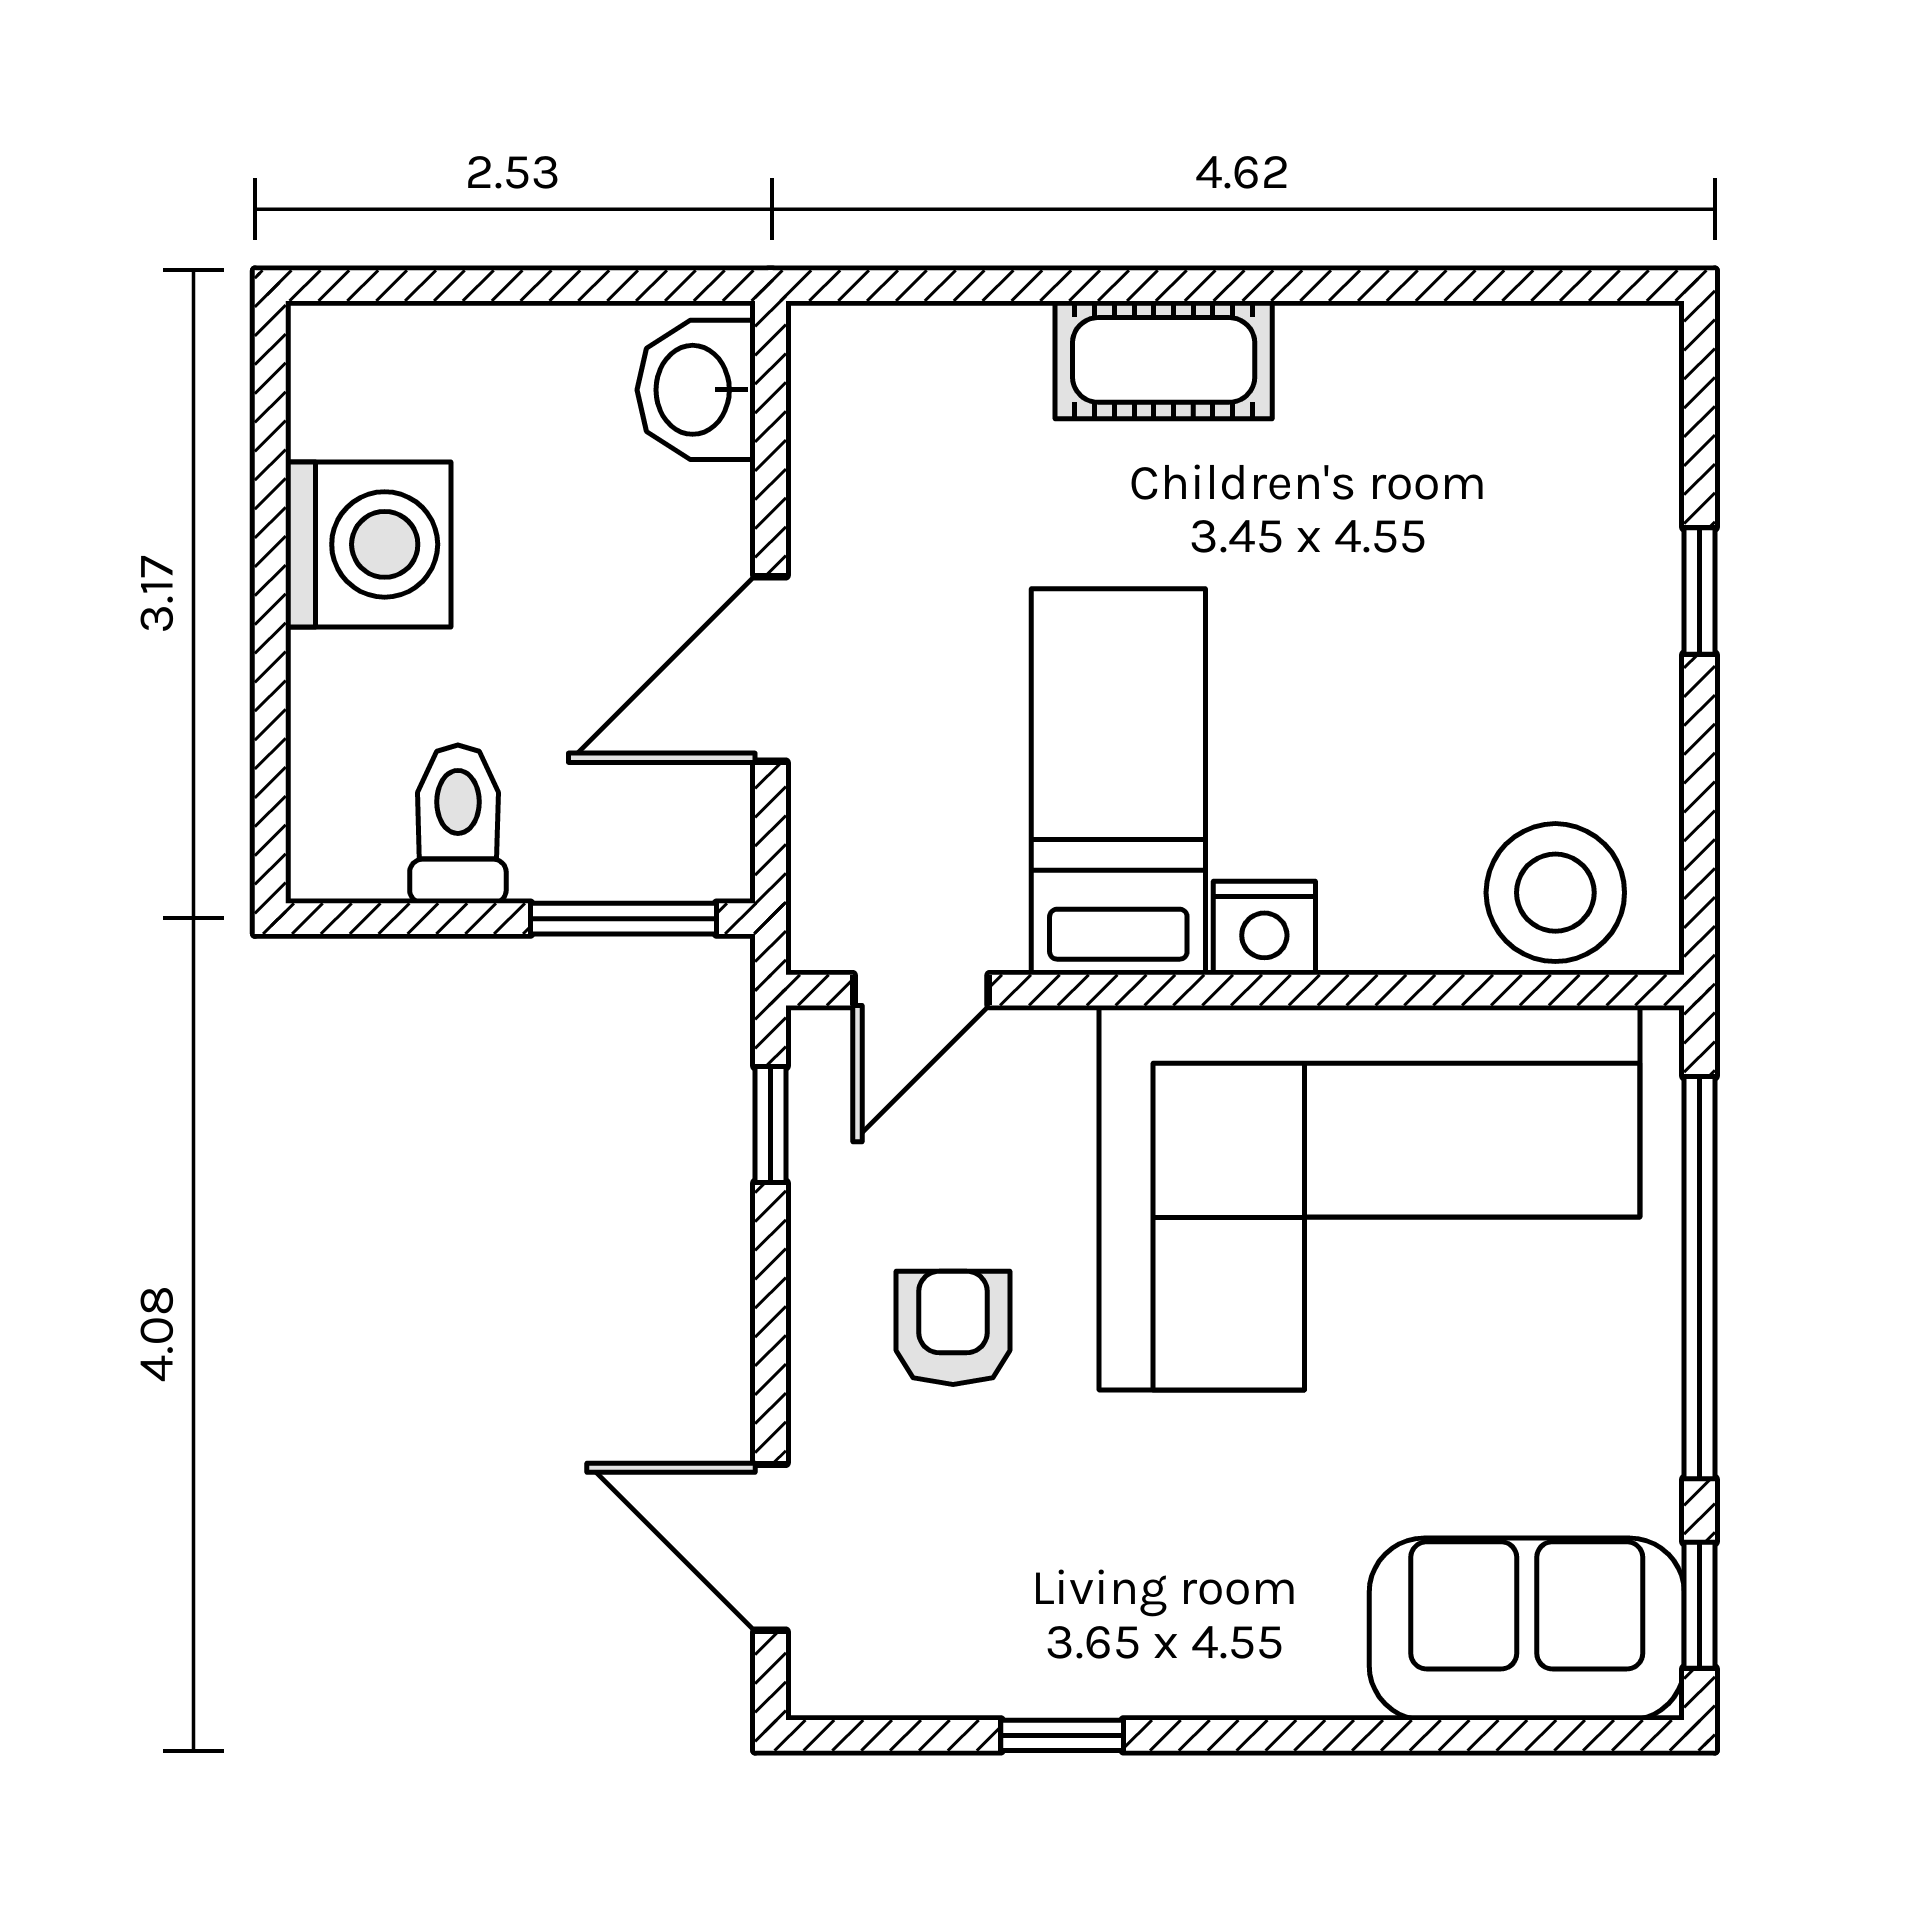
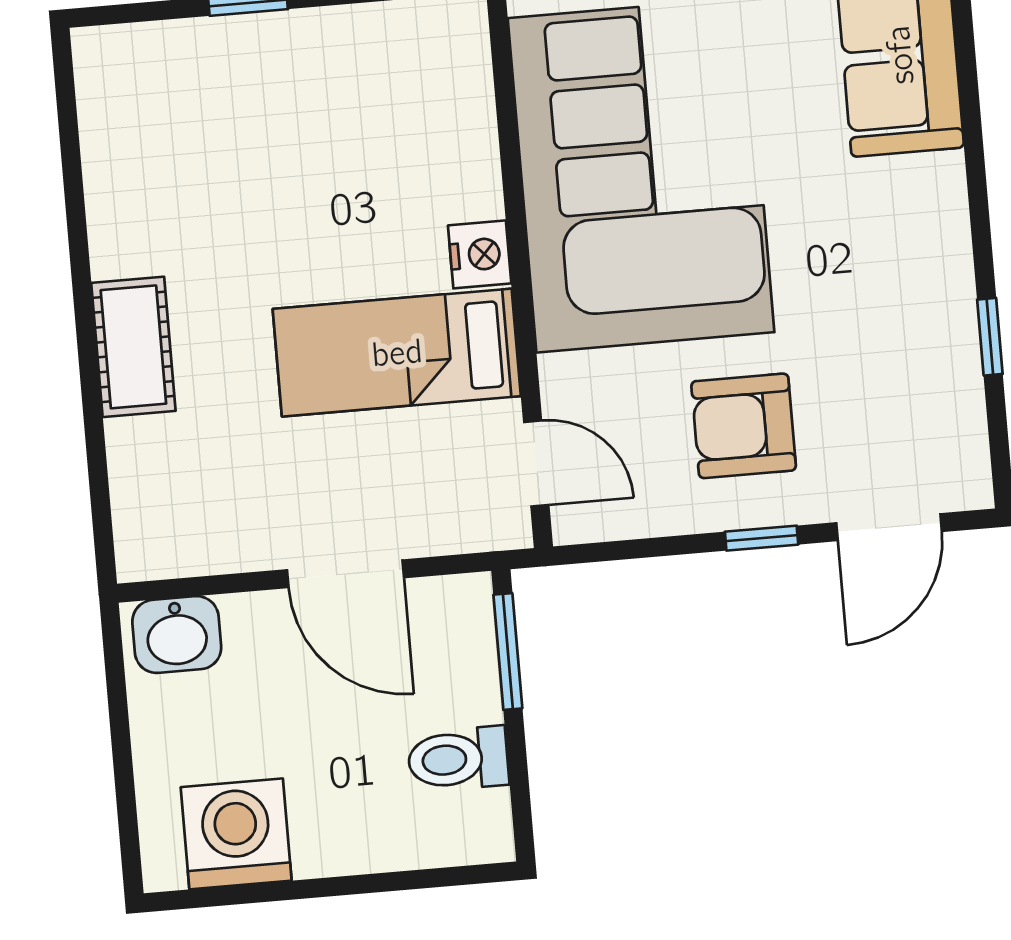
washing machine: (368, 544) -> (236, 834), moved
stool: (1555, 893) -> (442, 76), removed
window: (770, 1125) -> (762, 538), moved
armchair: (953, 1328) -> (744, 426), width x1.38, depth x1.38

